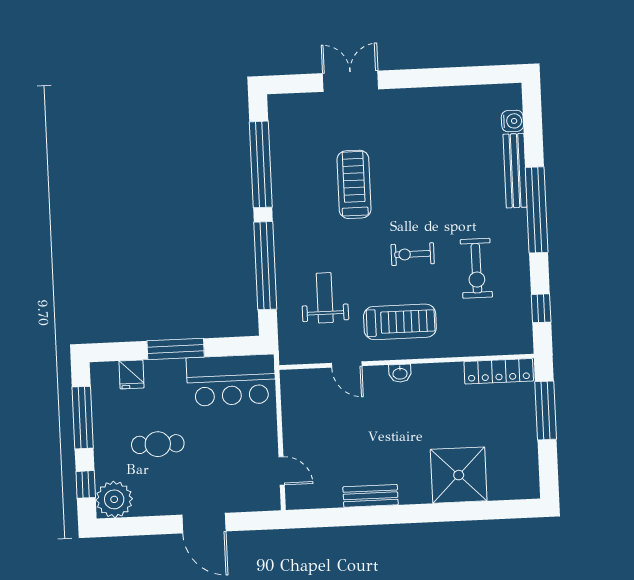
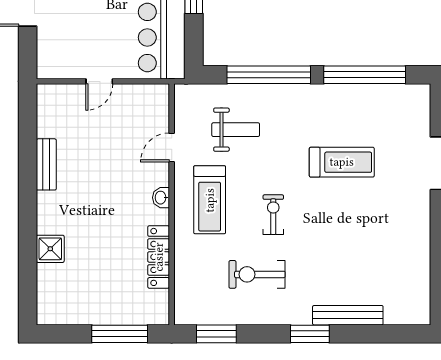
water cooler: (512, 121) -> (395, 315), removed
window: (537, 210) -> (310, 334), width x0.47
window: (541, 308) -> (216, 334), width x1.50
locker: (499, 371) -> (159, 257), moved
door: (282, 471) -> (99, 81), moved
shower: (459, 475) -> (50, 249), width x0.54, depth x0.54

